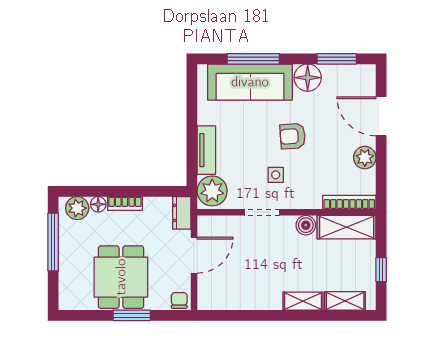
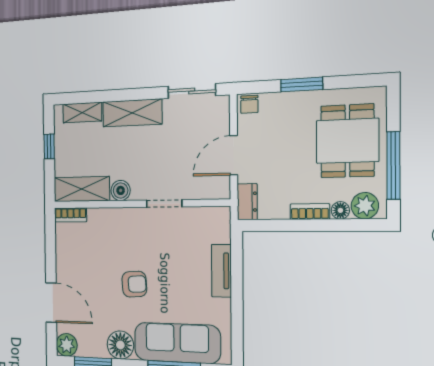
plant: (365, 158) -> (67, 345), moved
side table: (276, 175) -> (151, 243), removed
plant: (212, 191) -> (215, 226), removed
bookcase: (349, 202) -> (71, 215), width x0.64
dining table: (121, 277) -> (347, 141), moved
shelving: (303, 301) -> (132, 113), width x1.50, depth x1.33
sliding door: (234, 315) -> (192, 91), added

